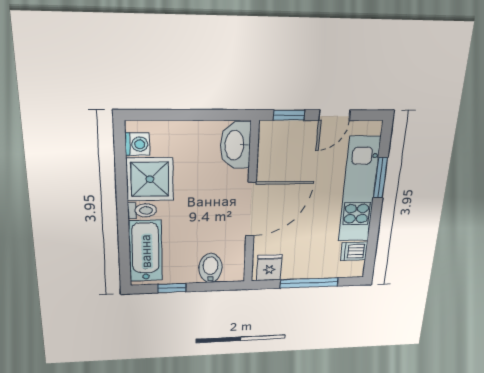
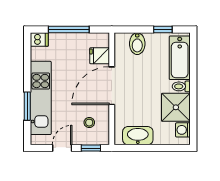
washbasin: (235, 145) -> (138, 136), moved, turned -90
stool: (289, 155) -> (89, 123), added
dishwasher: (354, 251) -> (39, 40), moved
fridge: (269, 268) -> (100, 56), moved, turned 90

